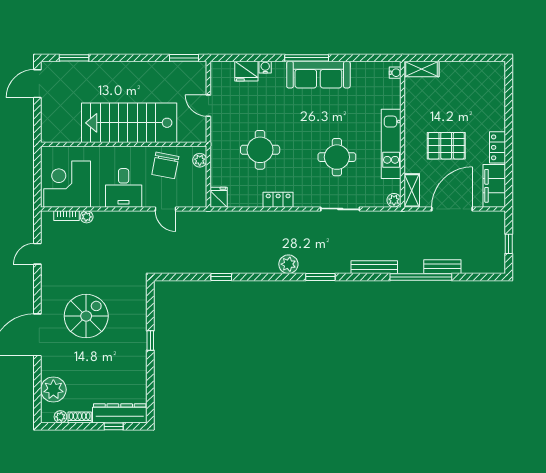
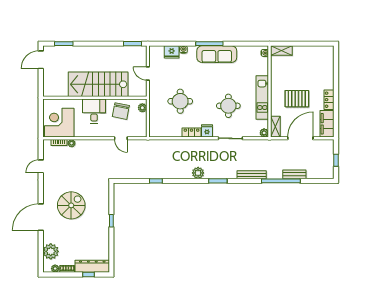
desk: (124, 188) -> (94, 111), moved, turned 180
fridge: (219, 197) -> (207, 131), moved

